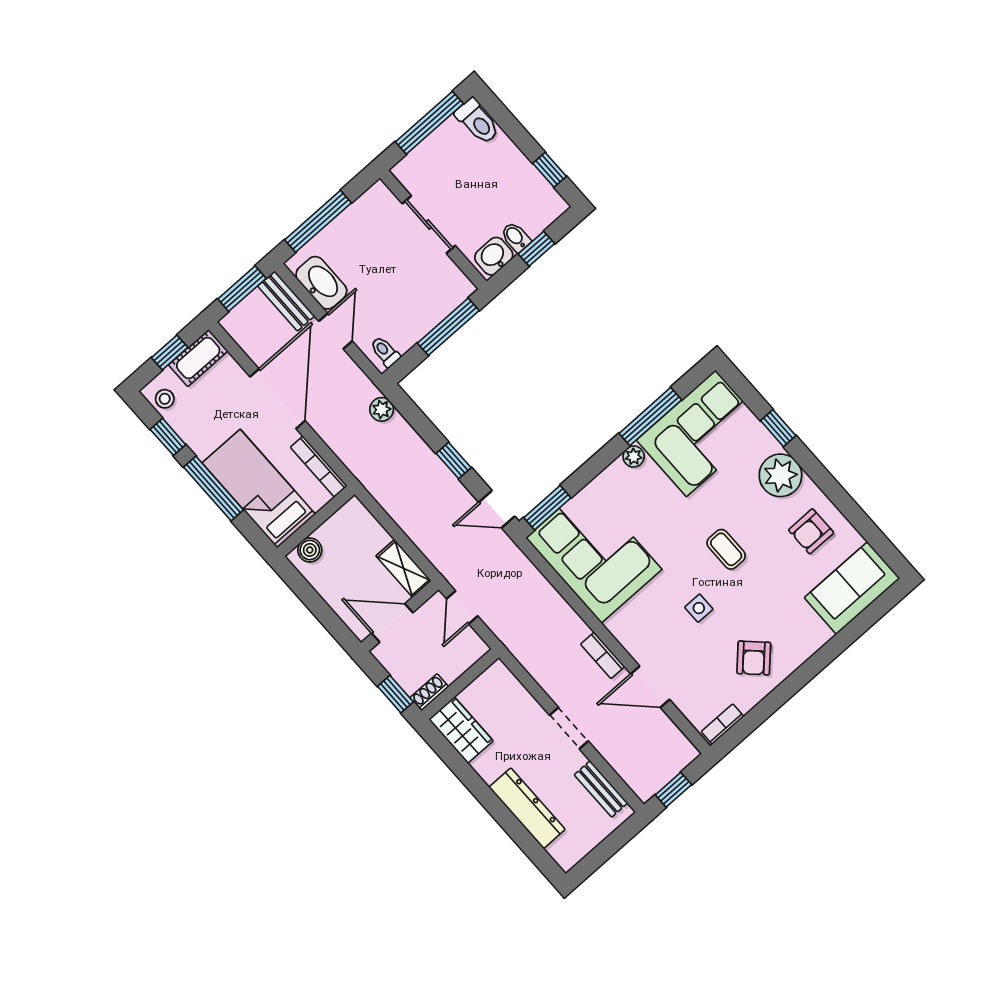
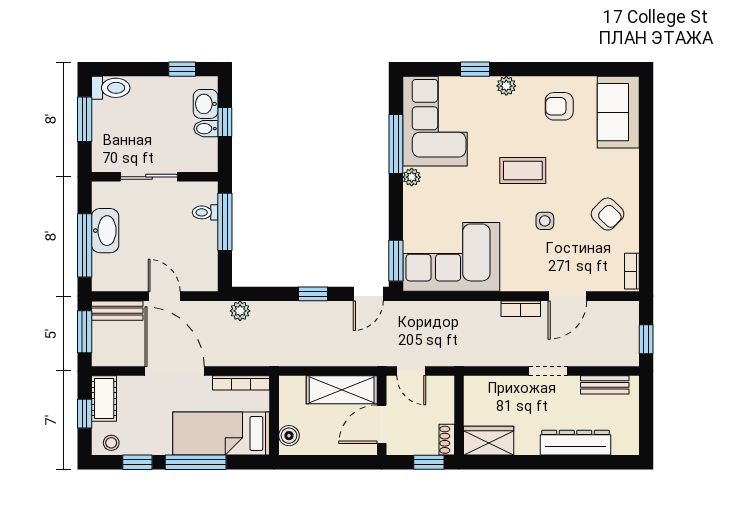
window: (429, 123) -> (85, 119), width x0.69
washbasin: (494, 256) -> (206, 104), moved
washbasin: (321, 283) -> (105, 231), moved, turned 90
toilet: (385, 352) -> (205, 212), moved
plant: (780, 475) -> (506, 86), width x0.53, depth x0.53
armchair: (811, 531) -> (559, 106), turned 90
coffee table: (726, 549) -> (523, 170), width x1.36, depth x1.30
shelving: (404, 568) -> (342, 390), width x1.50, depth x1.33

